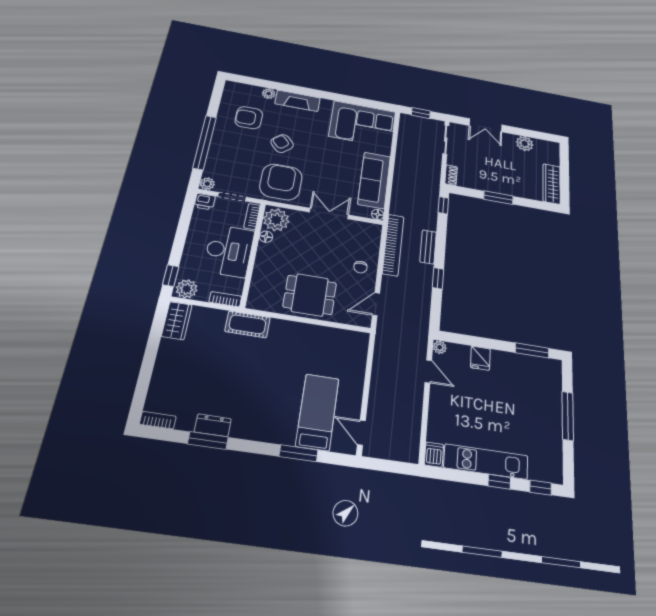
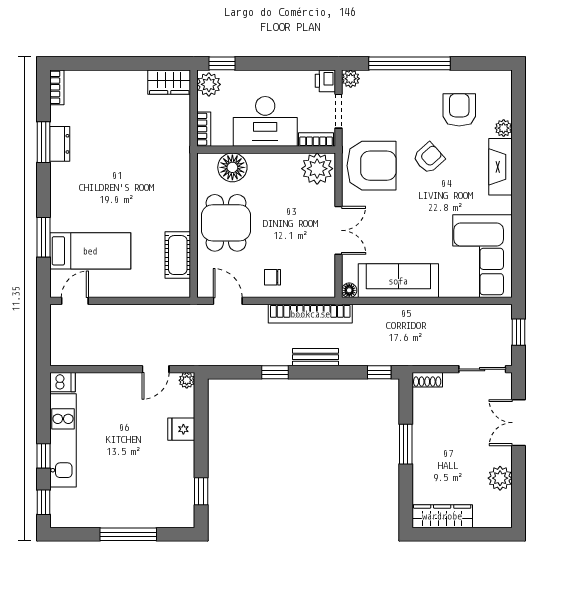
floor lamp: (266, 237) -> (232, 167), moved, width x1.89, depth x1.89
cot: (248, 324) -> (178, 255), moved
window: (532, 350) -> (201, 491), width x0.67

